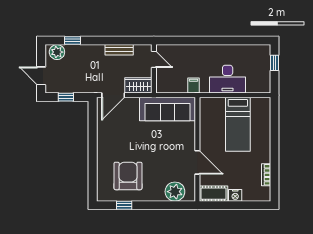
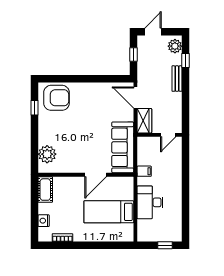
bench: (119, 50) -> (177, 79), moved
door: (197, 162) -> (96, 175), moved
armchair: (128, 176) -> (56, 98), moved
nightstand: (235, 195) -> (44, 221), moved

